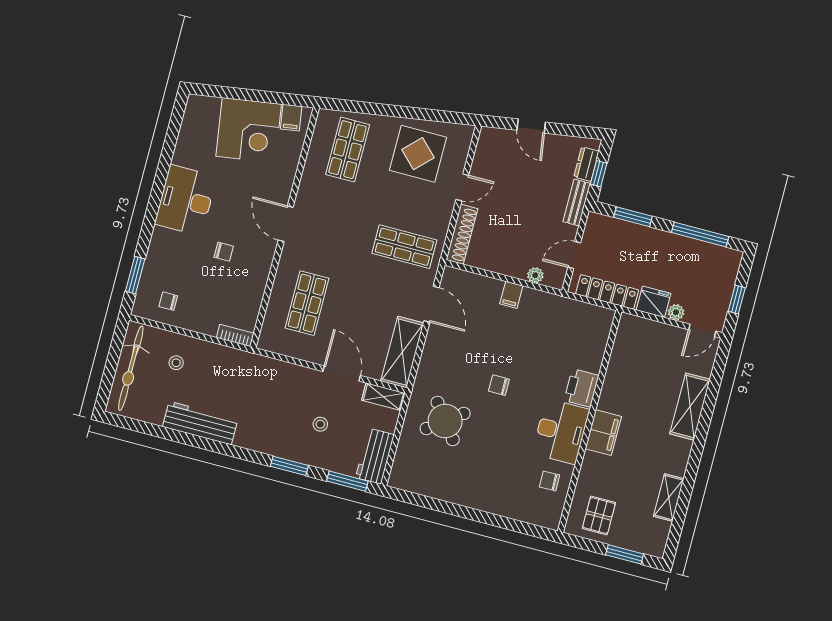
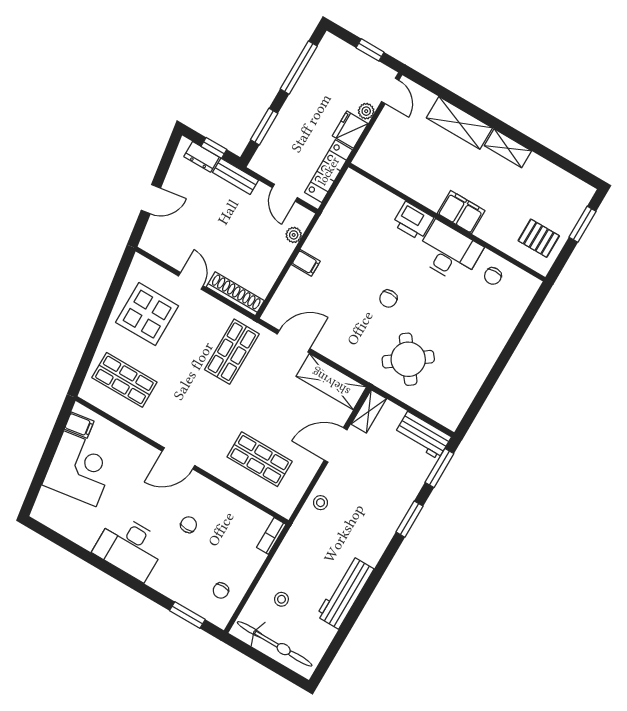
stool: (320, 424) -> (320, 503), moved
shelving: (669, 498) -> (508, 148), moved

